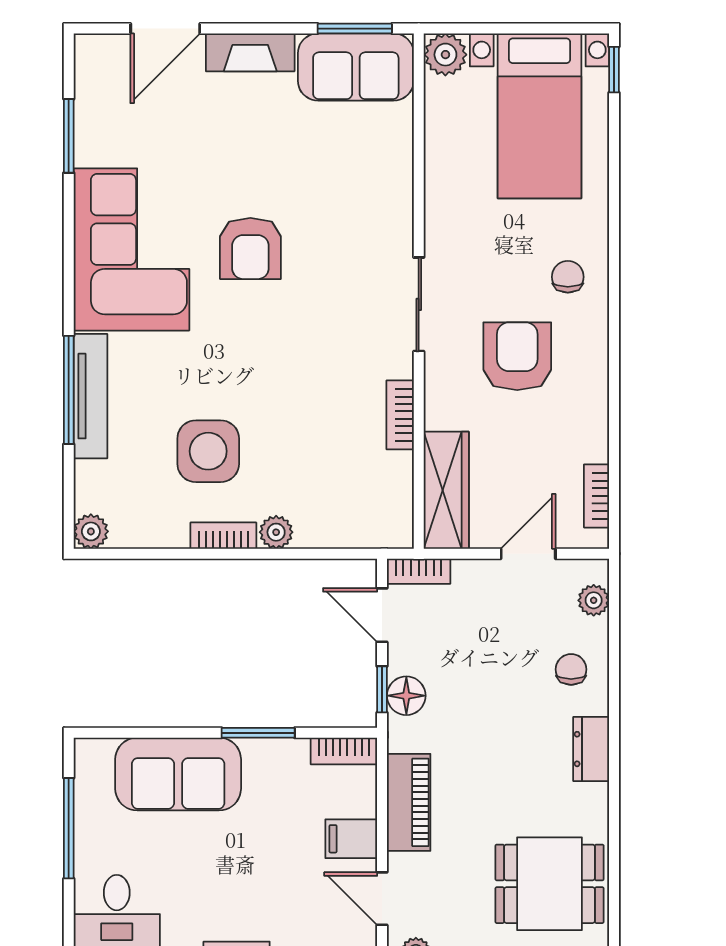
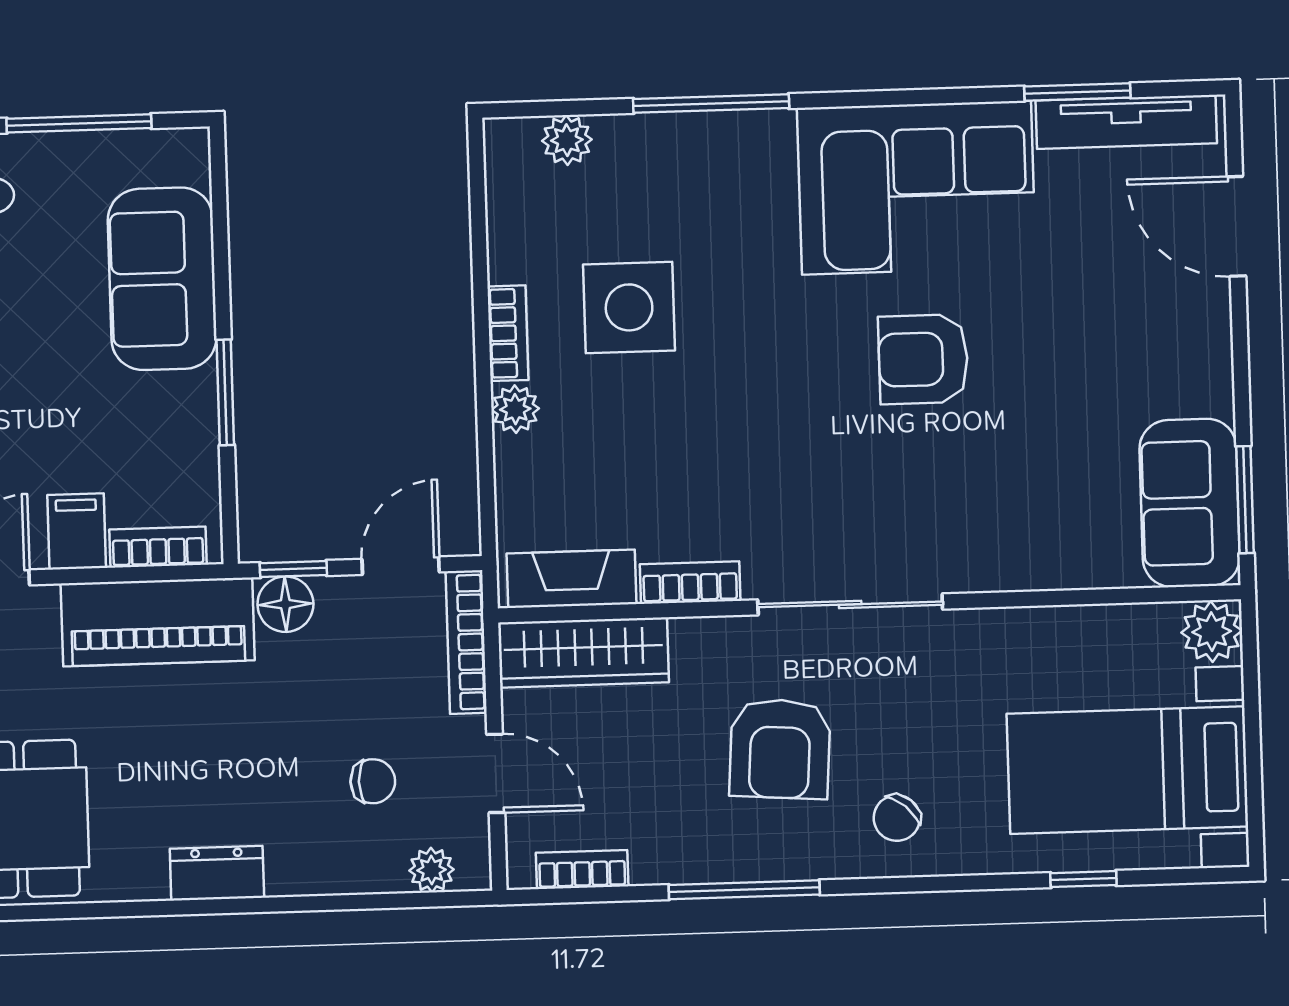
fireplace: (250, 52) -> (571, 579), moved, turned 90
window: (614, 70) -> (1083, 879), moved
chair: (568, 277) -> (897, 818), turned 131
sliding door: (419, 304) -> (850, 604), width x1.37
armchair: (517, 356) -> (780, 749), turned 94
window: (614, 384) -> (744, 890), added
tv unit: (90, 396) -> (1126, 122), moved
plant: (91, 531) -> (567, 140), moved
bookcase: (419, 571) -> (466, 642), width x1.56
chair: (571, 669) -> (373, 781), moved
bookcase: (344, 751) -> (158, 547), moved, turned 90
piano: (409, 802) -> (158, 622), width x1.37, depth x1.33

